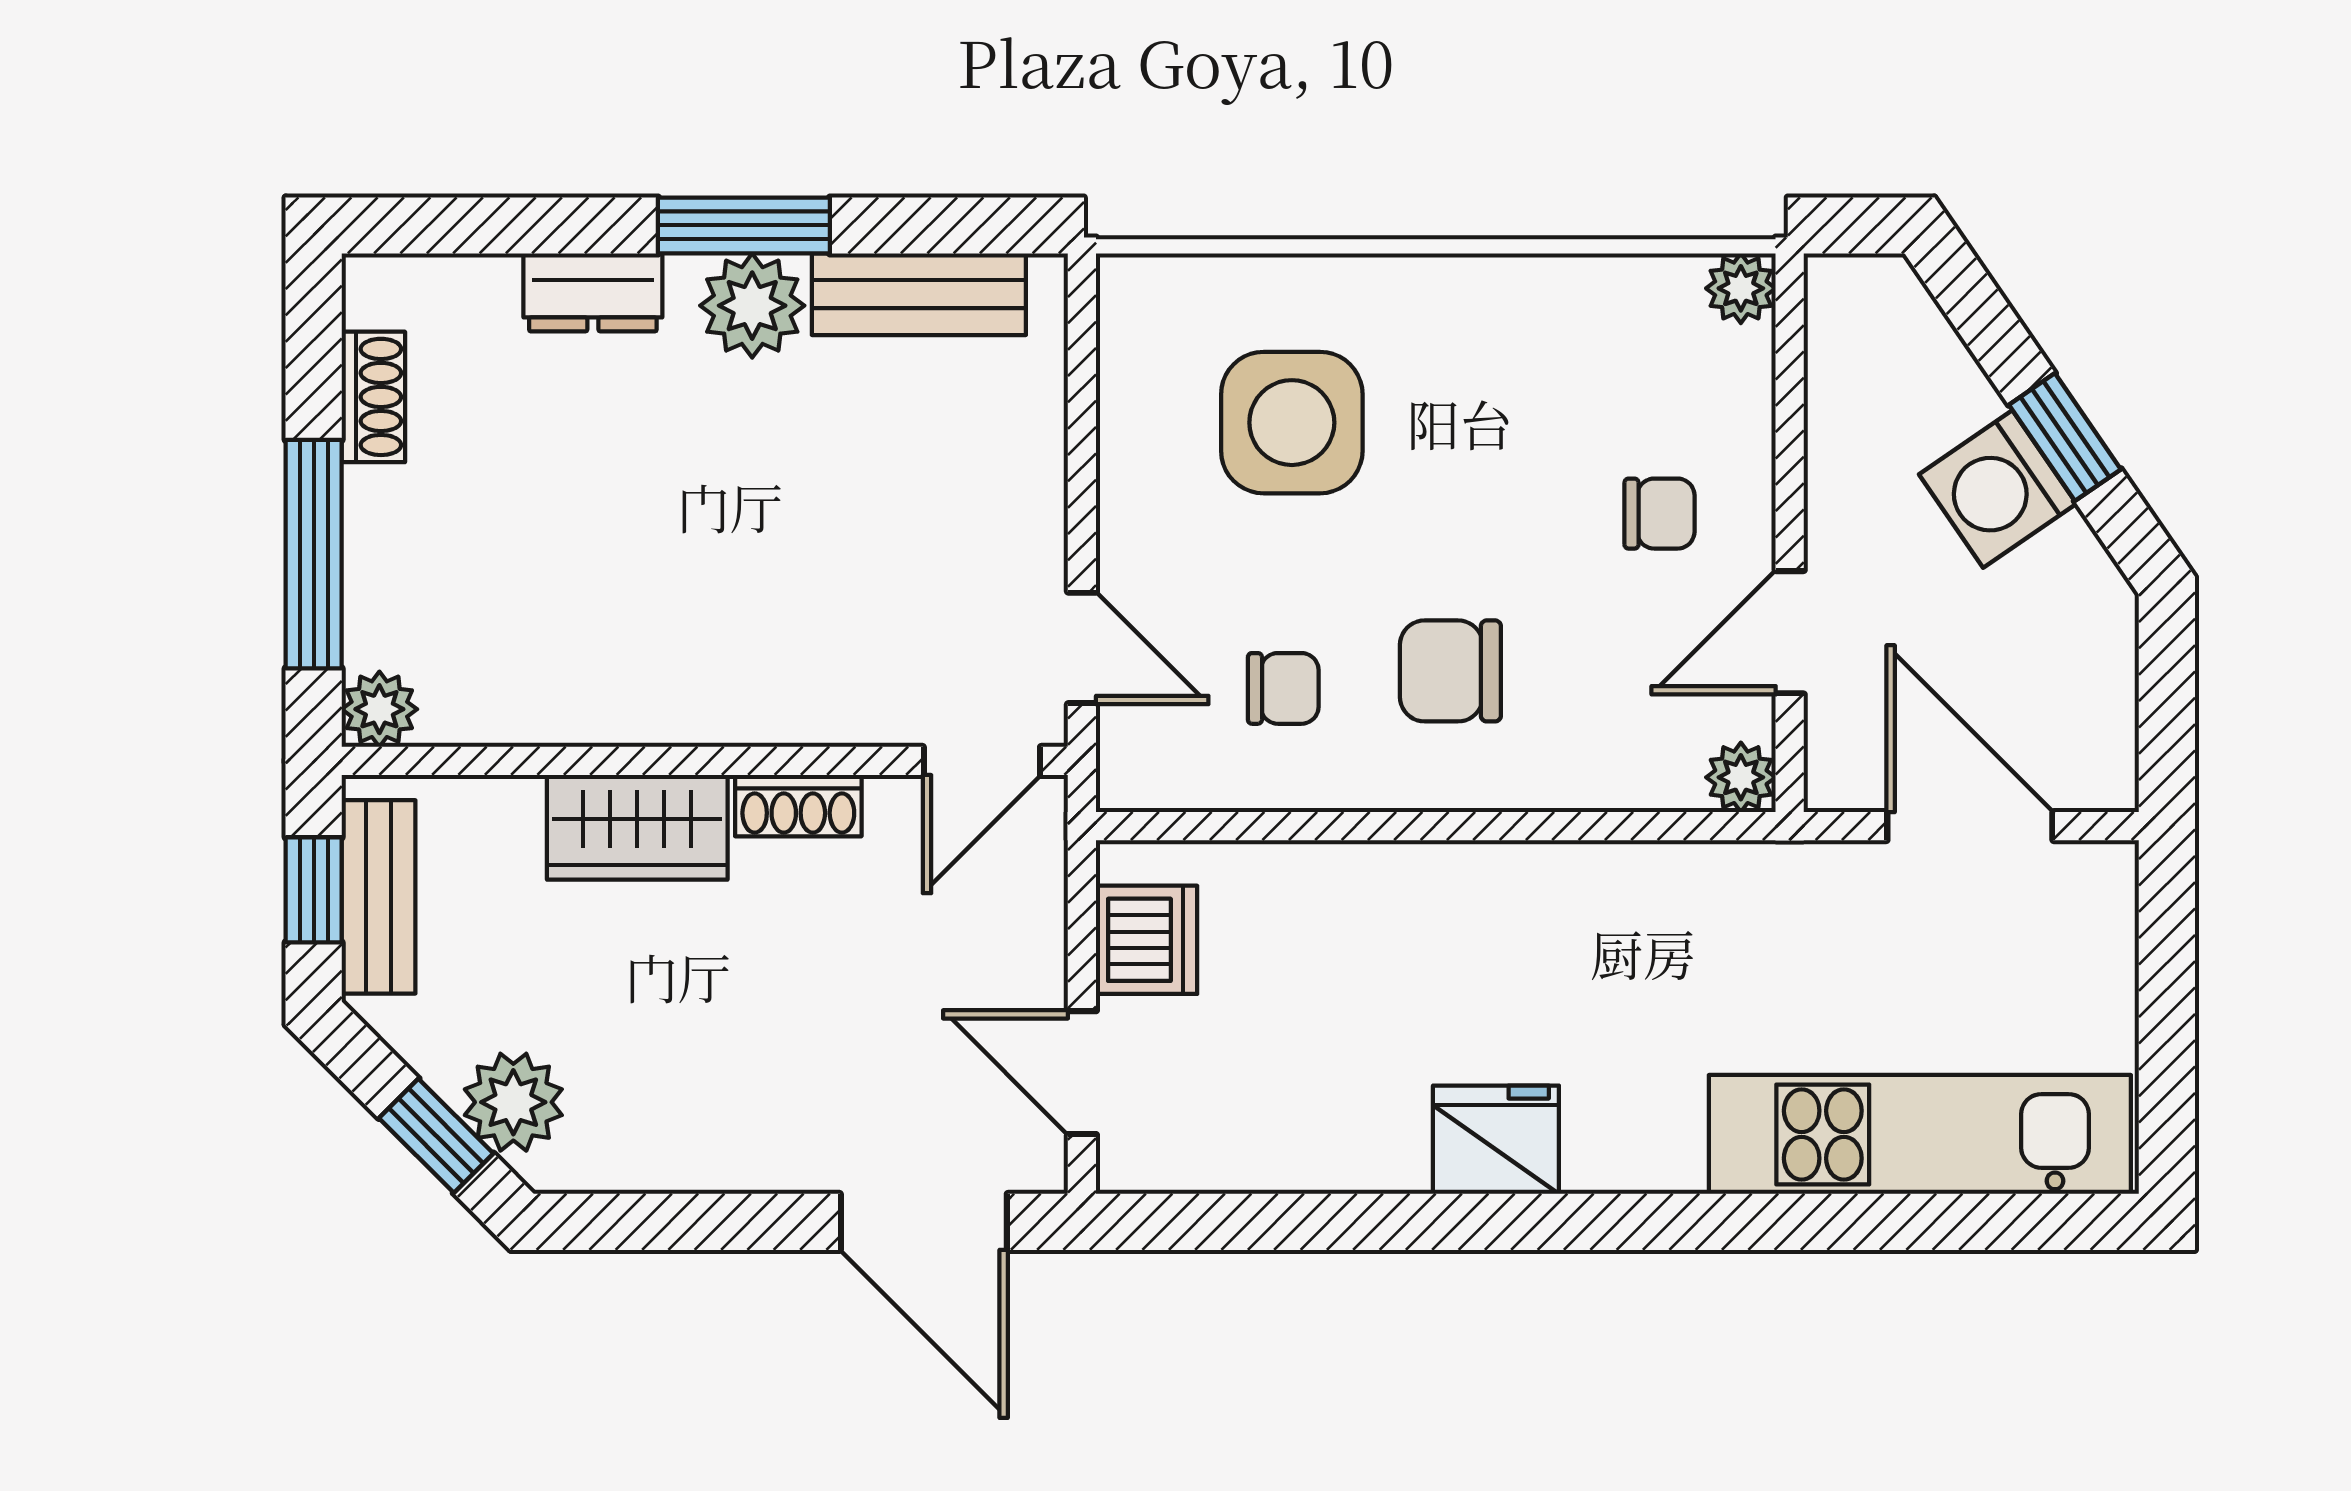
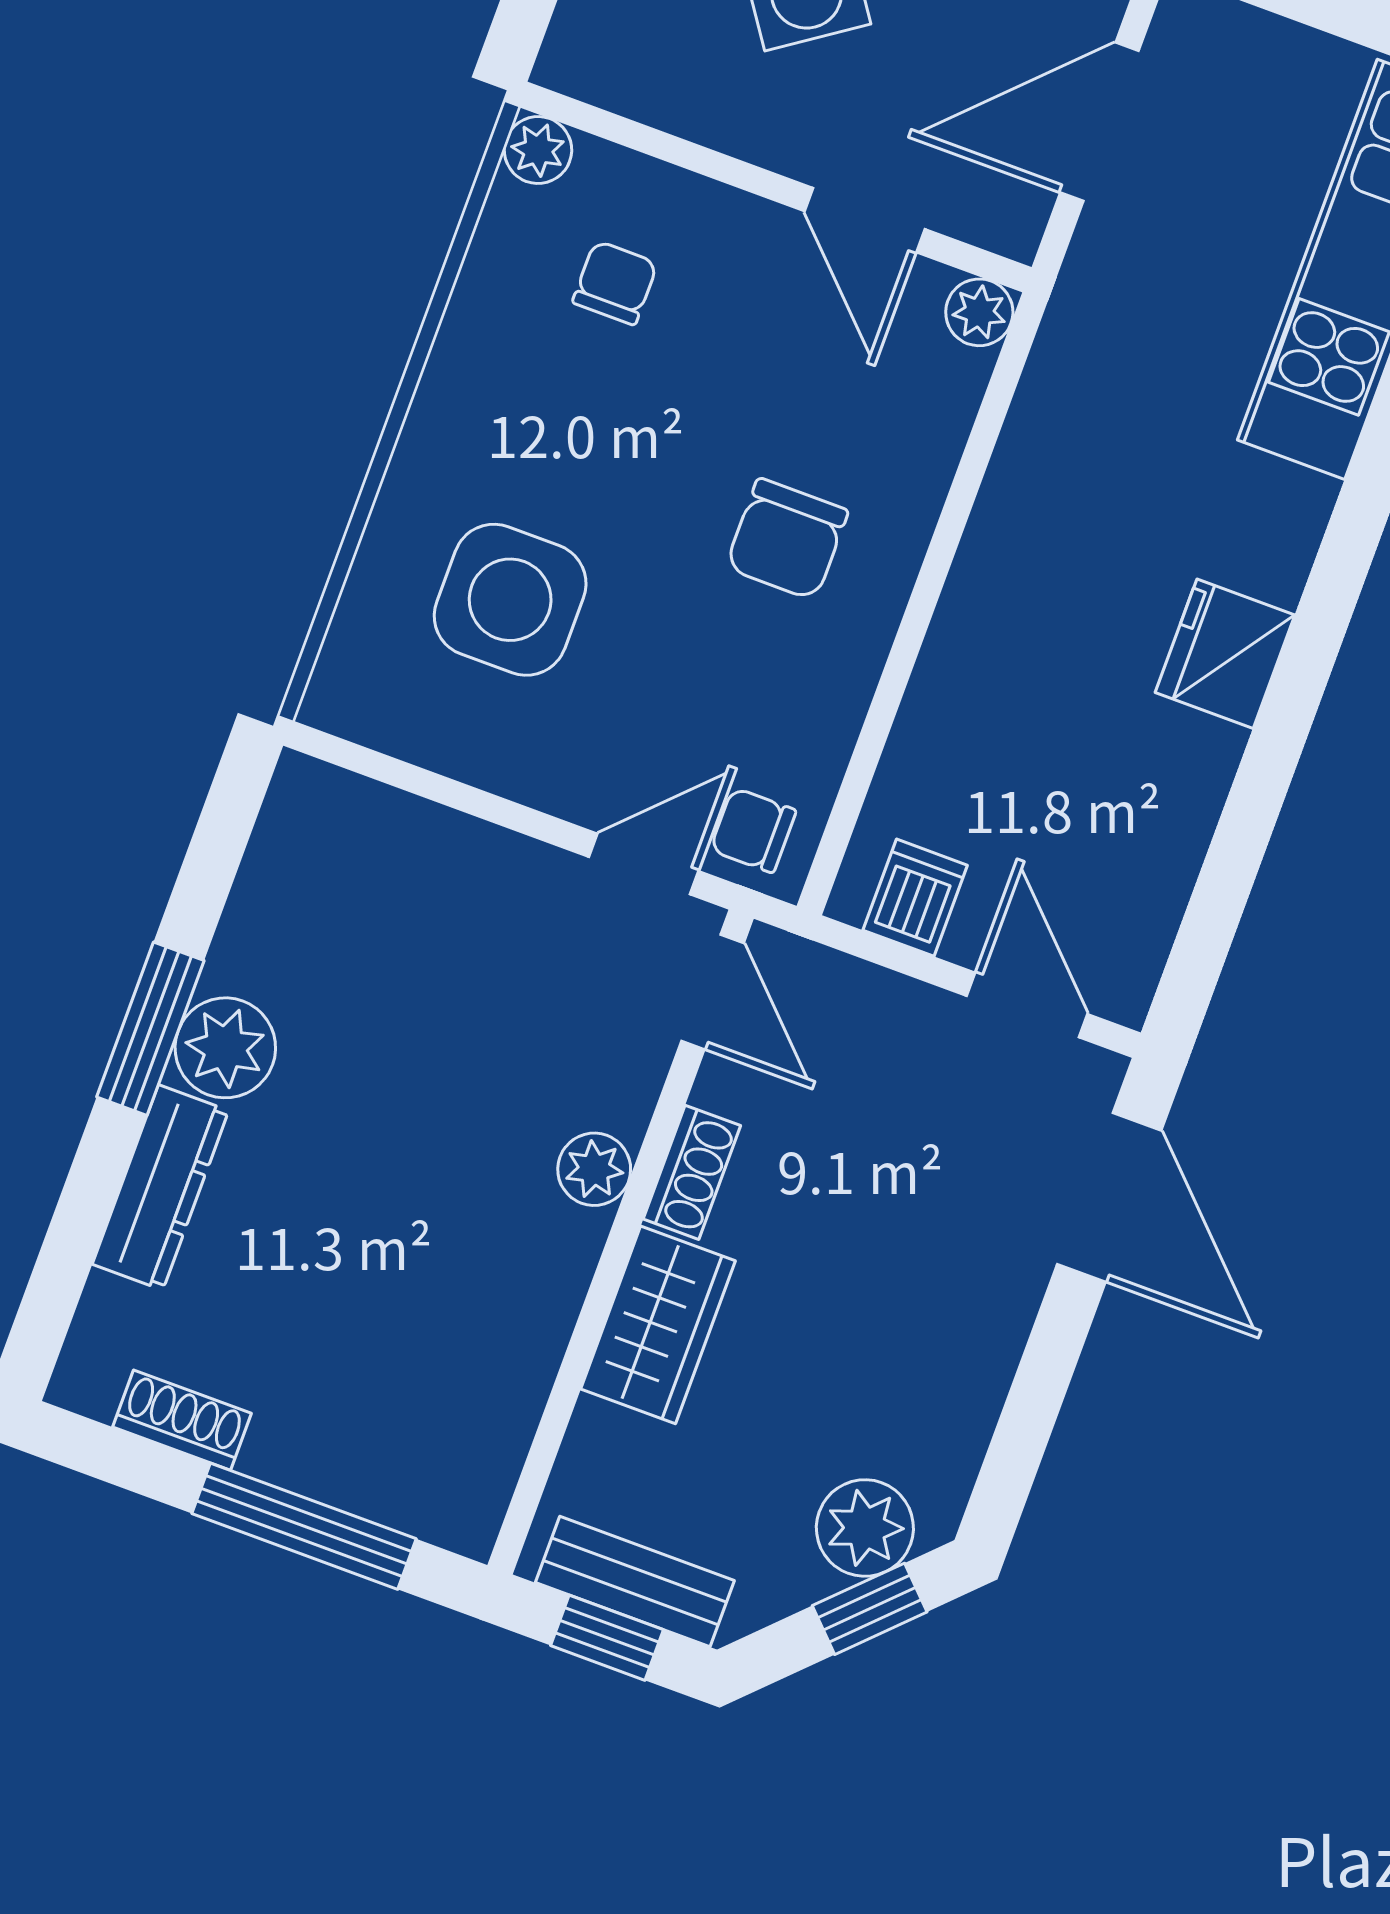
dresser: (593, 292) -> (161, 1187), width x1.44
bench: (919, 294) -> (270, 894), removed
chair: (1660, 514) -> (615, 283), moved
chair: (1283, 688) -> (753, 830), moved, turned -90
plant: (379, 709) -> (594, 1169), moved
dishwasher: (1147, 940) -> (915, 898), width x0.73
door: (1082, 1073) -> (1027, 1005), swing flipped
door: (924, 1222) -> (1109, 1197), hinge flipped

